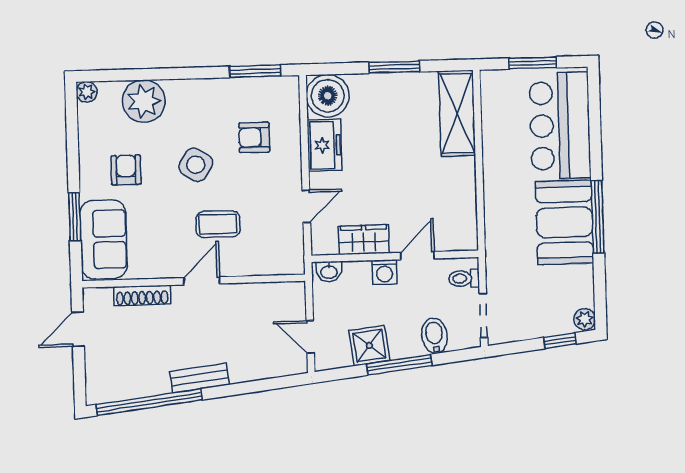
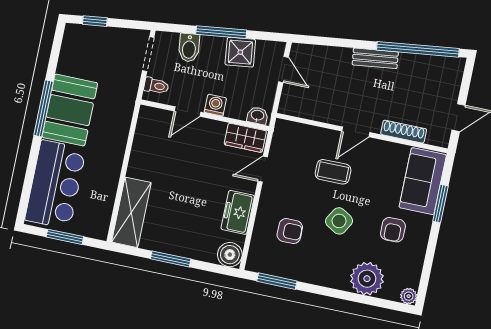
boiler: (328, 96) -> (230, 255), width x0.73, depth x0.73
wardrobe: (364, 240) -> (245, 138), moved
plant: (585, 319) -> (72, 33), removed

